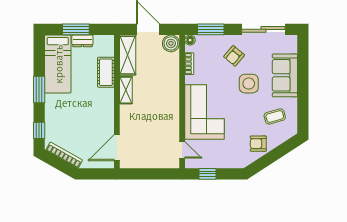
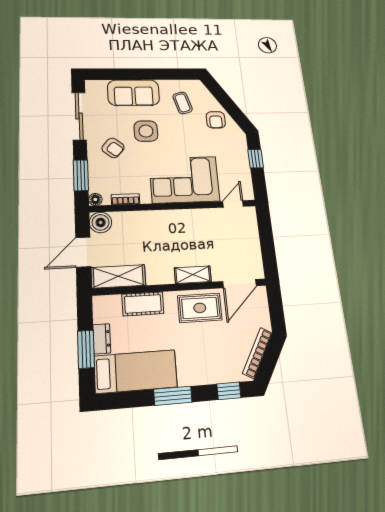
shelving: (126, 90) -> (193, 275), moved
rug: (100, 115) -> (200, 308), added
door: (117, 148) -> (239, 284), hinge flipped
window: (208, 174) -> (256, 159), moved

